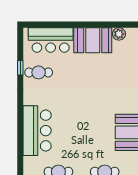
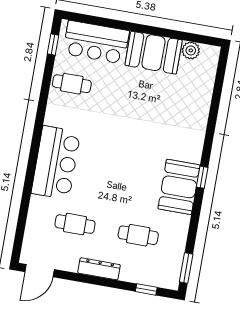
window: (20, 68) -> (53, 45), moved

